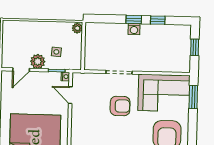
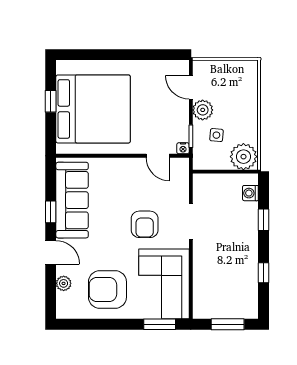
window: (134, 20) -> (264, 220), moved
plant: (77, 28) -> (243, 157), width x1.87, depth x1.87
washing machine: (134, 29) -> (250, 193), moved
window: (195, 47) -> (228, 324), width x1.50
door: (70, 95) -> (158, 156), swing flipped

